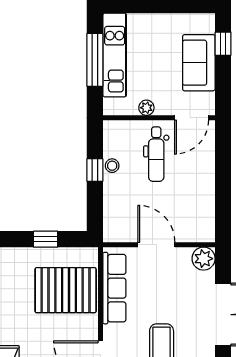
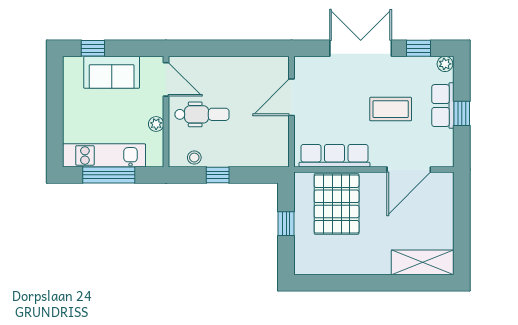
stool: (112, 166) -> (194, 158), moved
door: (156, 245) -> (292, 97), moved
plant: (204, 259) -> (305, 68), removed

